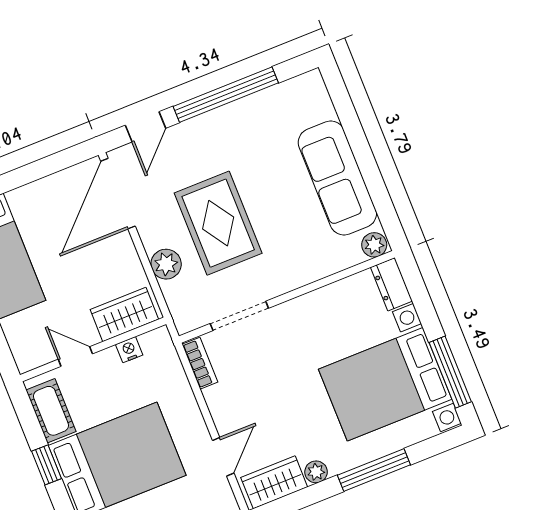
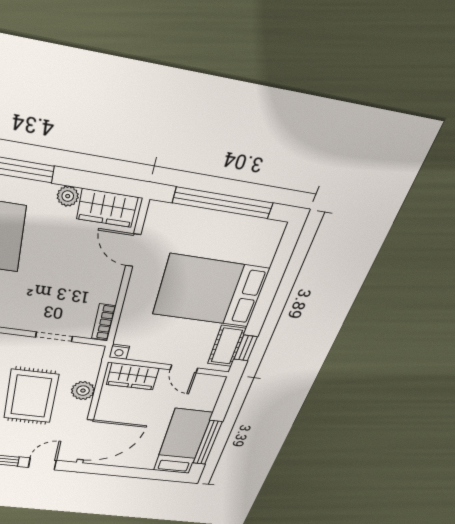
doorway: (239, 316) -> (54, 337), width x0.73
nightstand: (129, 350) -> (119, 352), moved
door: (223, 457) -> (133, 250), hinge flipped
window: (46, 465) -> (246, 348), moved

